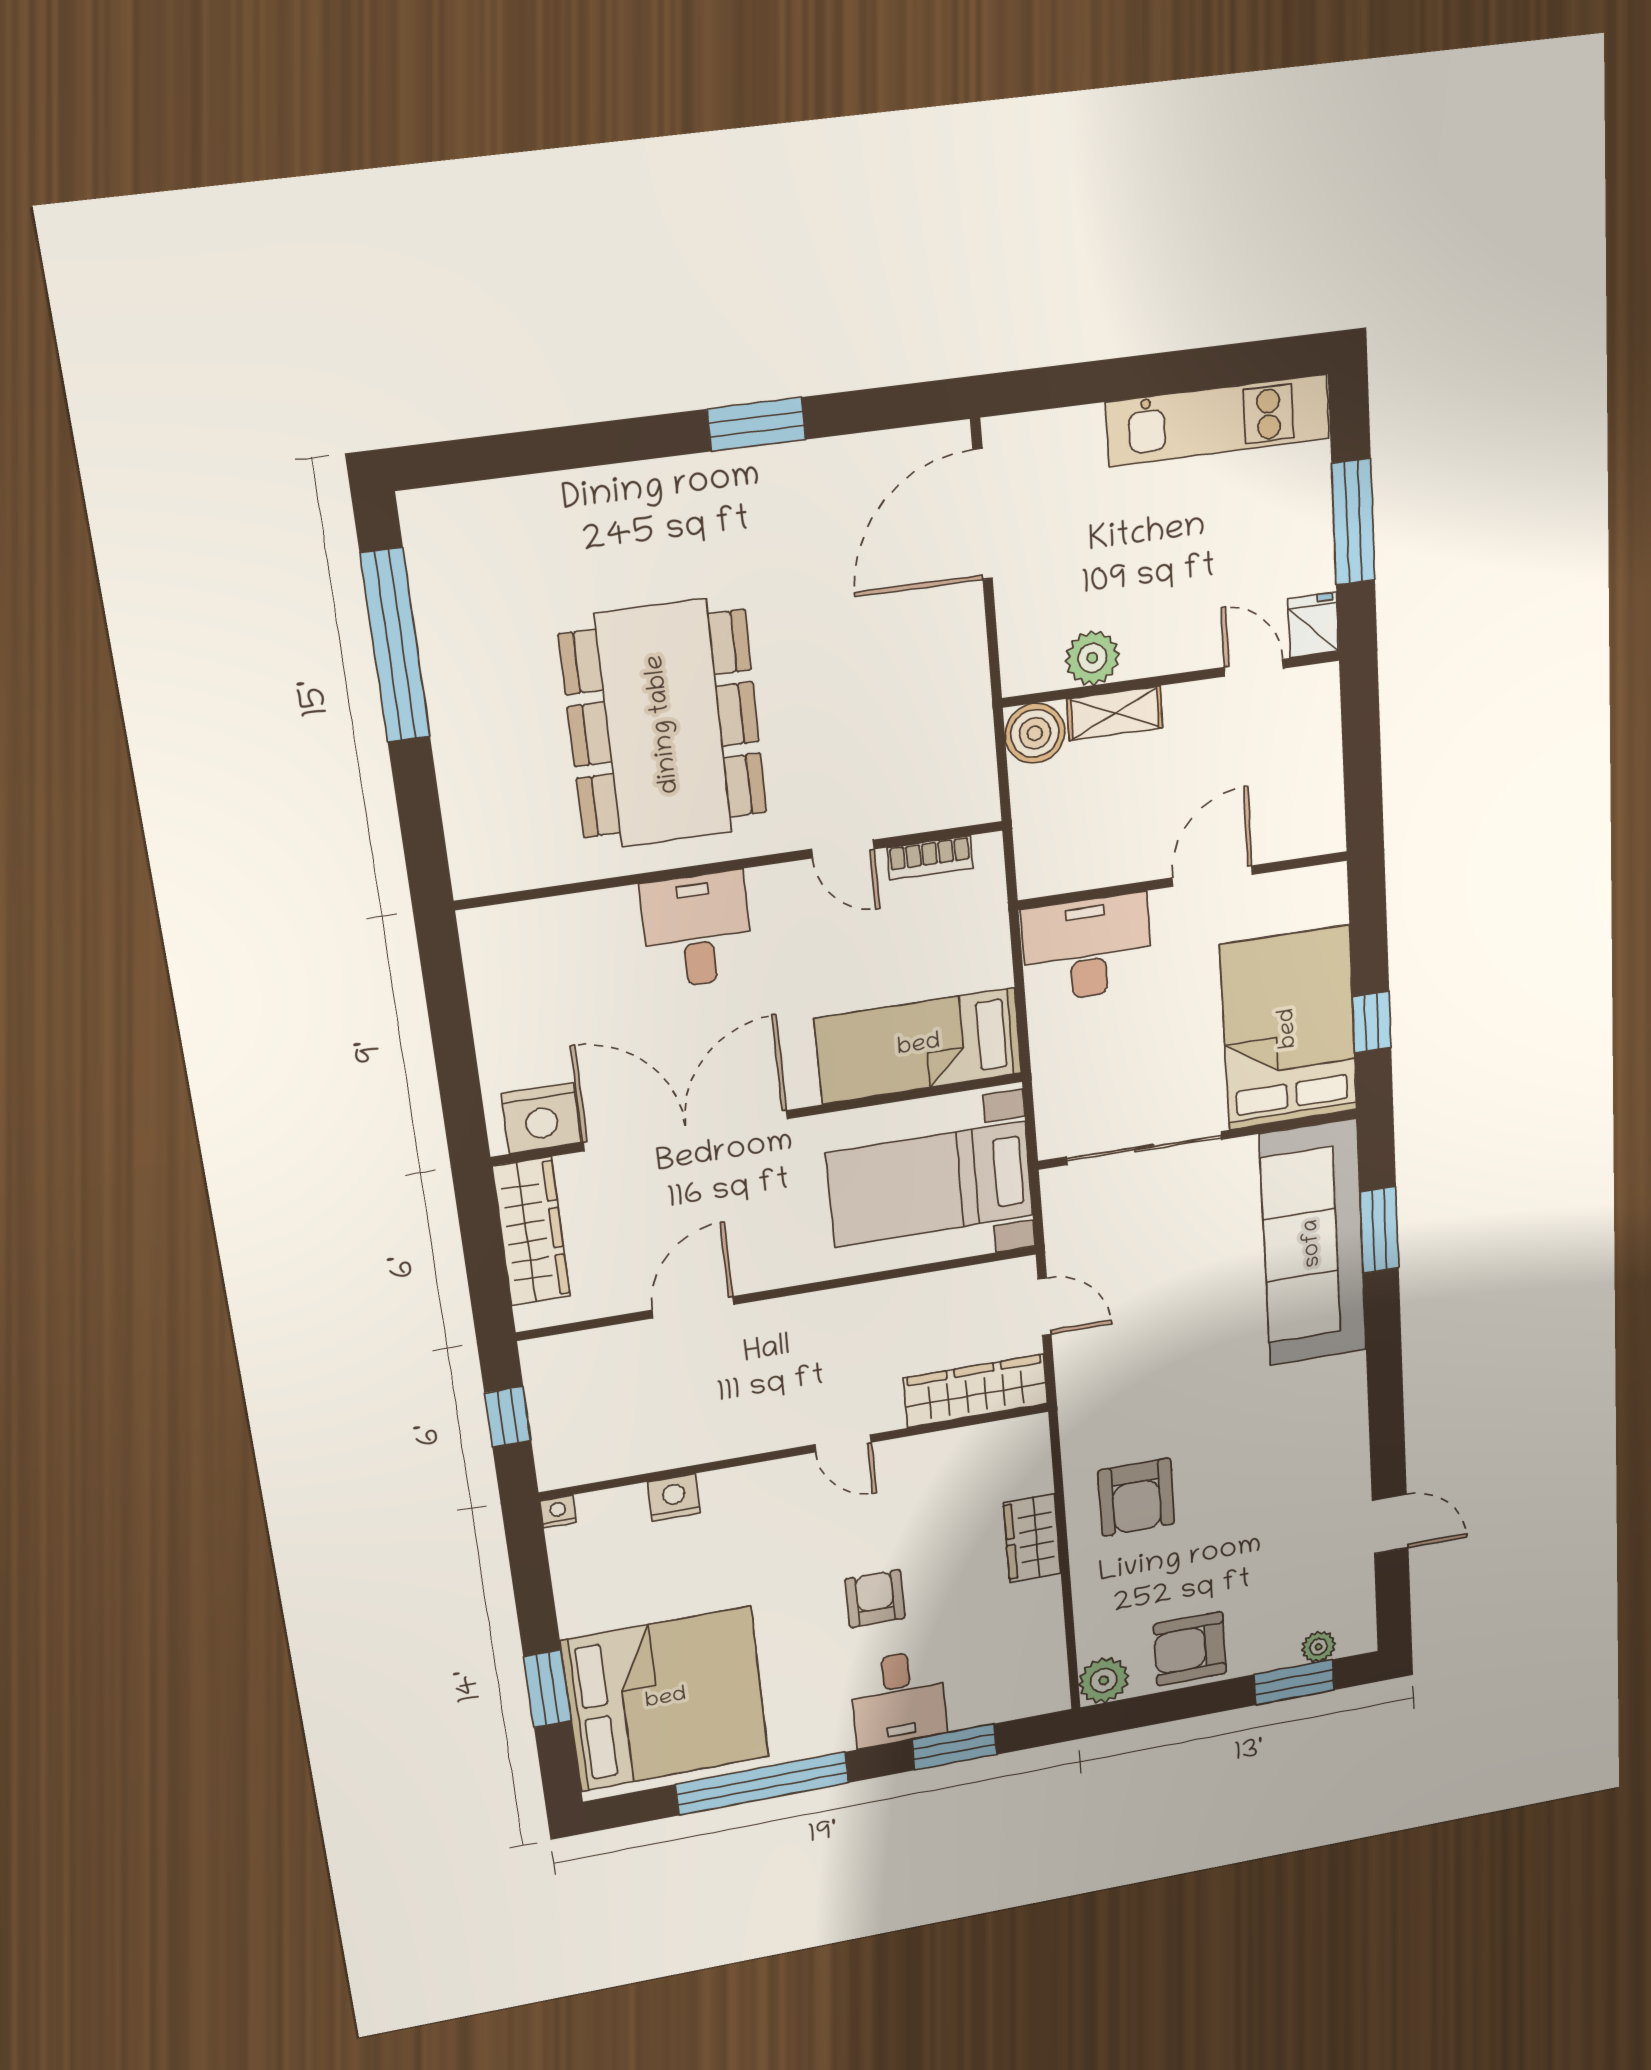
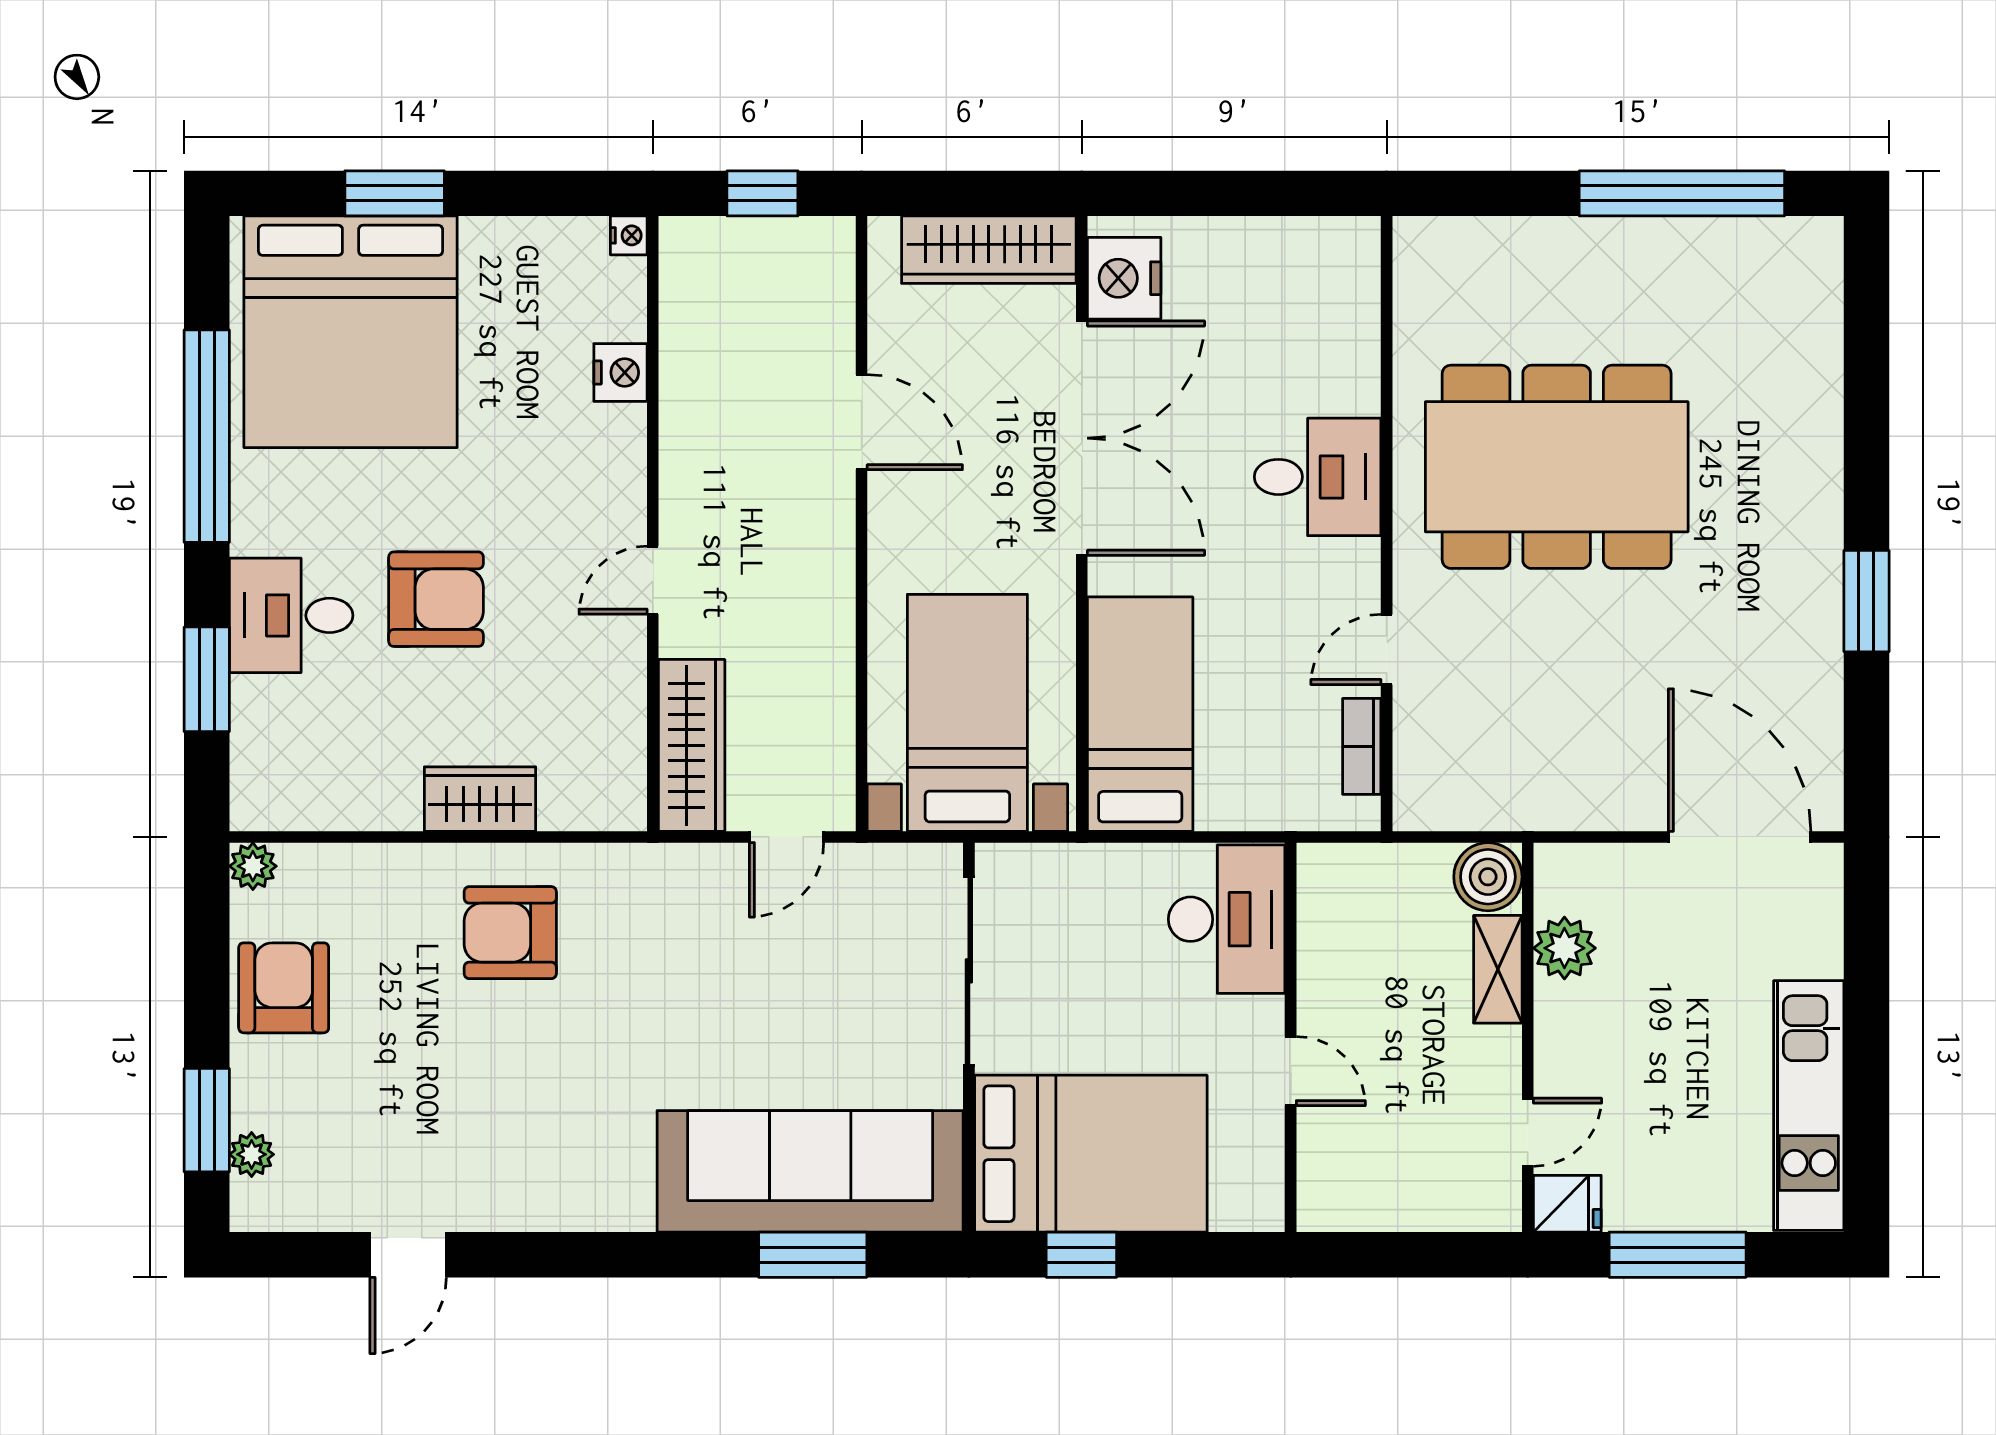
door: (1212, 876) -> (1291, 1071), width x0.73
armchair: (875, 1599) -> (436, 599), width x1.38, depth x1.38
plant: (1104, 1680) -> (253, 866), width x0.73, depth x0.73

